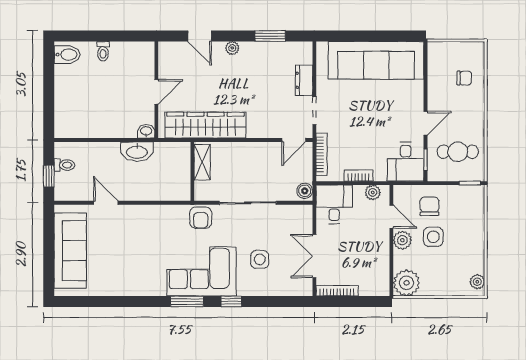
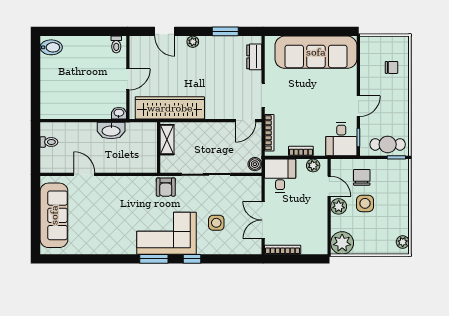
toilet: (103, 51) -> (116, 44), moved
dresser: (304, 80) -> (254, 57), moved
cafe table: (458, 152) -> (388, 144), moved
window: (49, 176) -> (36, 151), removed

